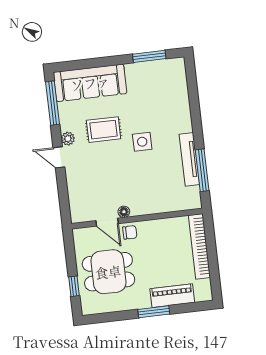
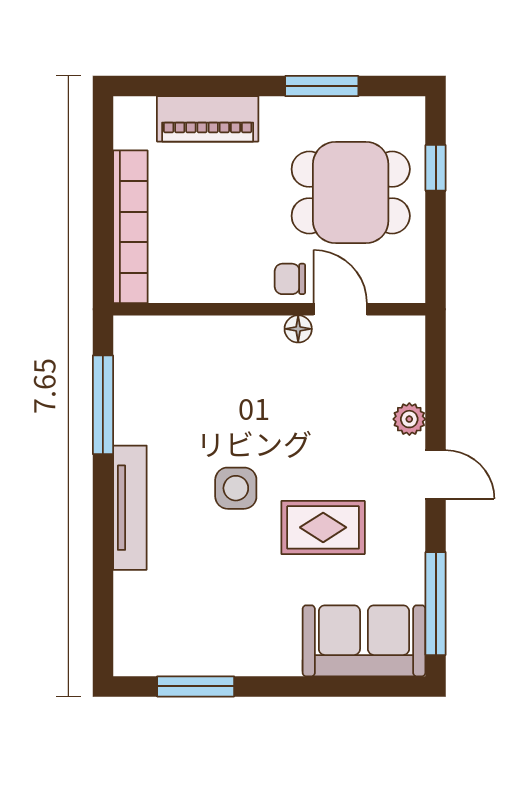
sofa: (90, 83) -> (364, 641), width x0.73
plant: (68, 139) -> (409, 419), moved
tv unit: (189, 159) -> (130, 508), moved
window: (154, 312) -> (322, 86), moved

